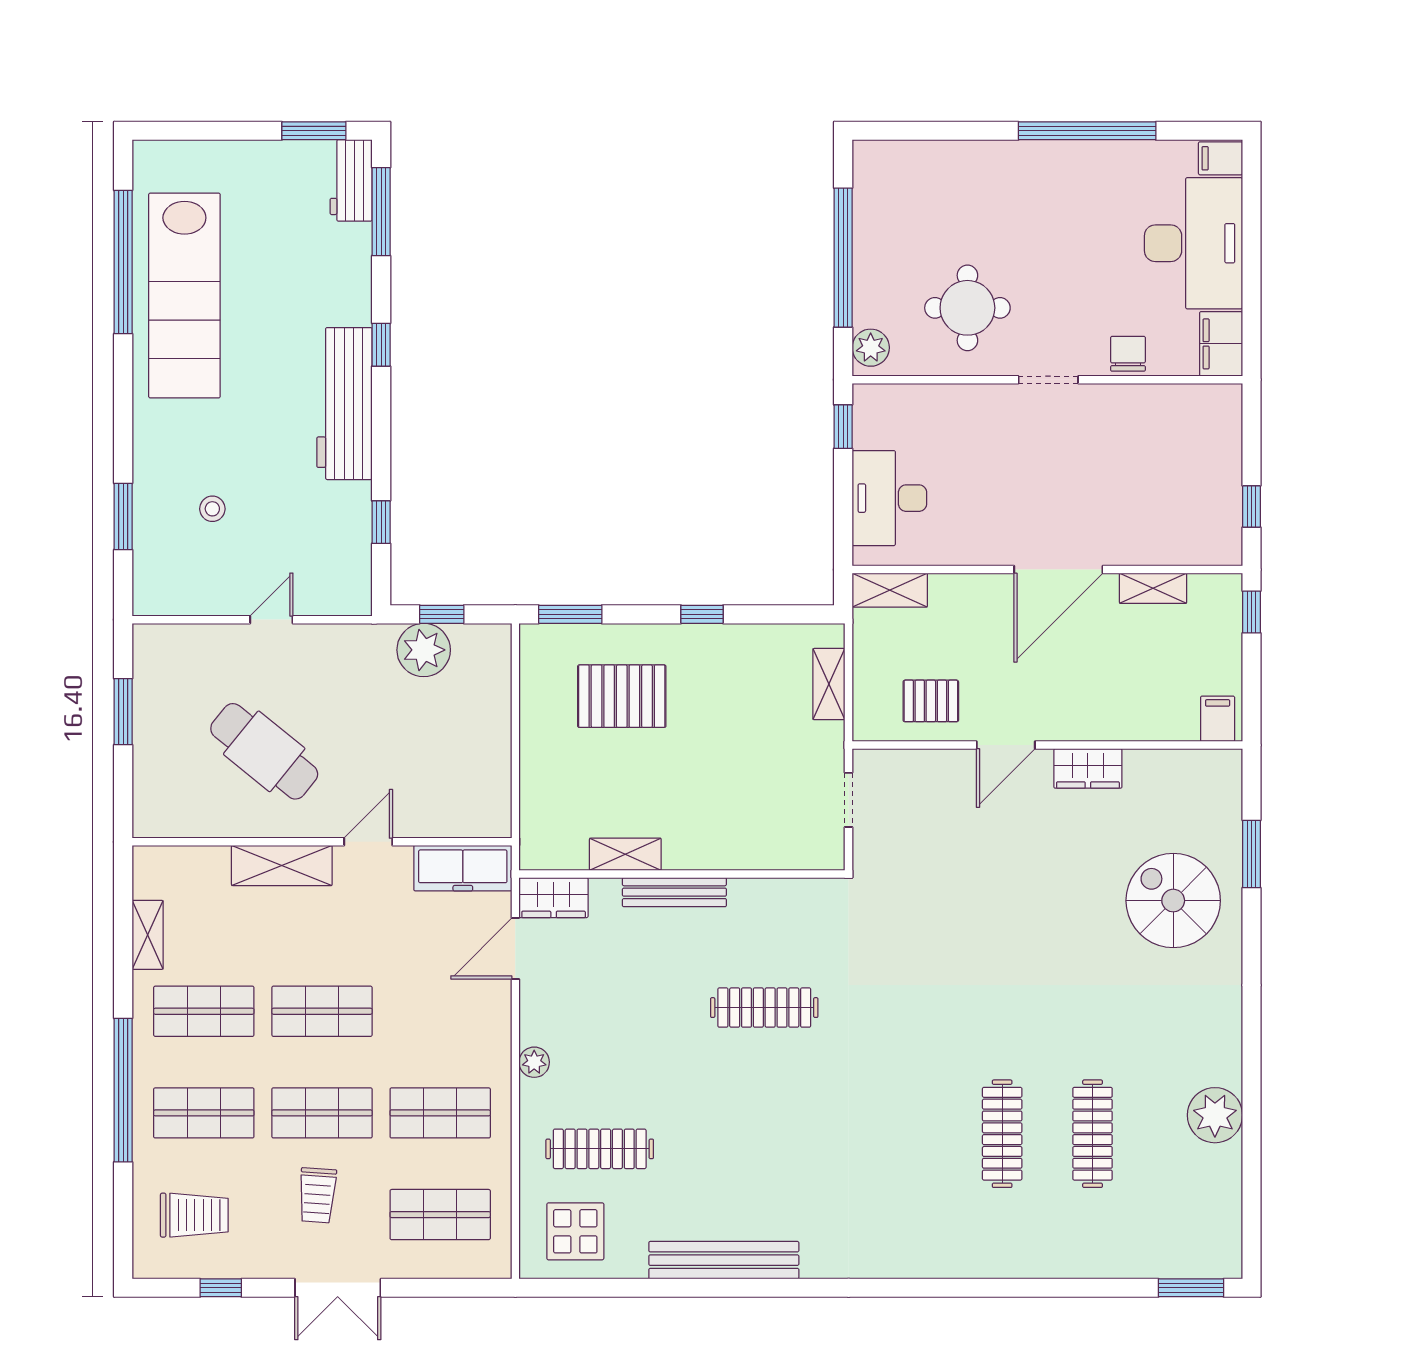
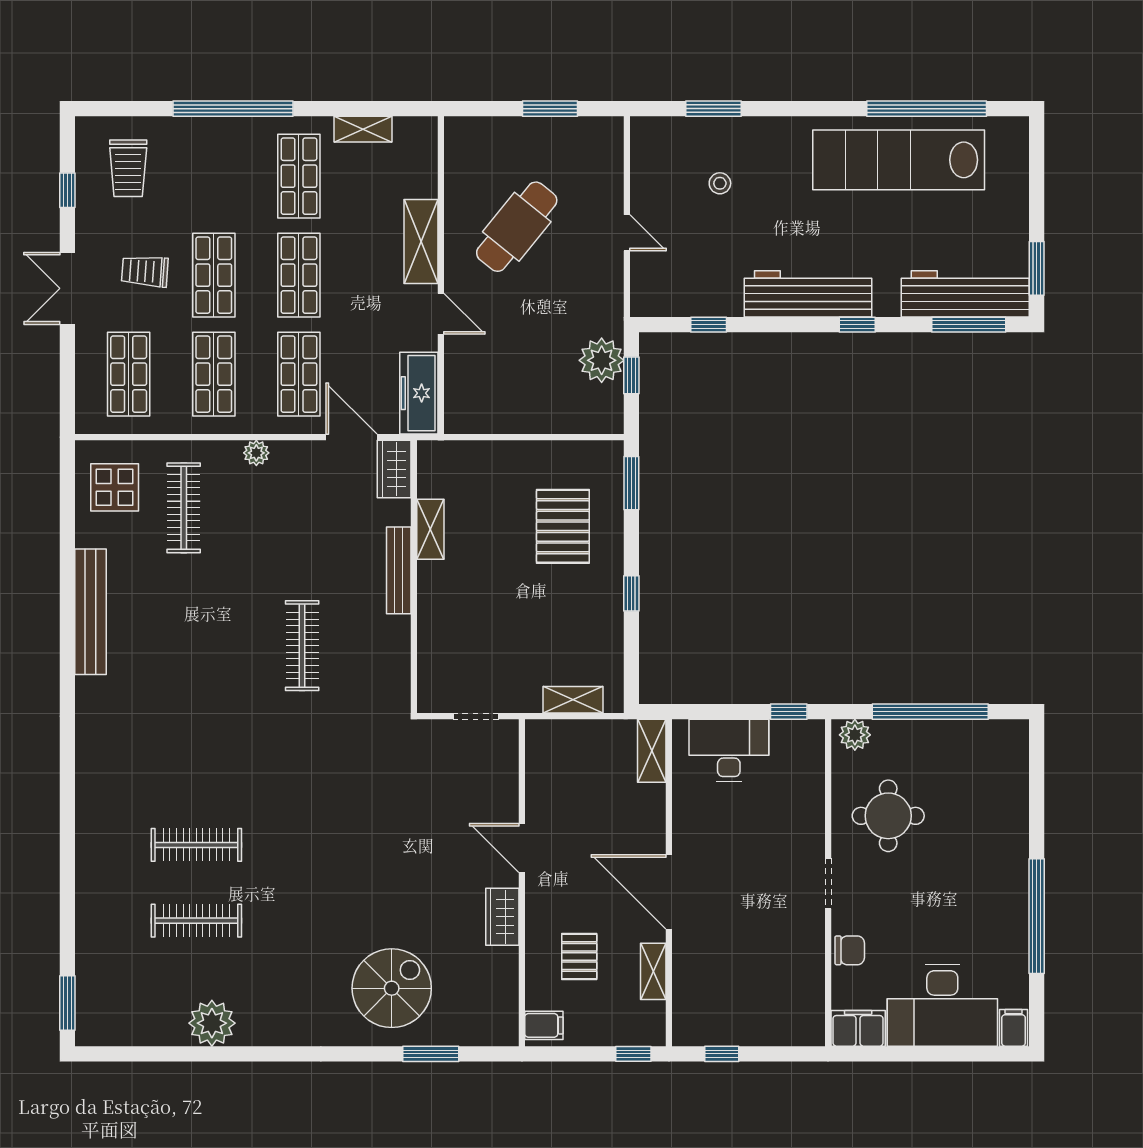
workbench: (351, 180) -> (965, 294), width x1.88, depth x1.32
pallet: (931, 701) -> (579, 956), moved
shop shelf: (204, 1113) -> (299, 374), moved

